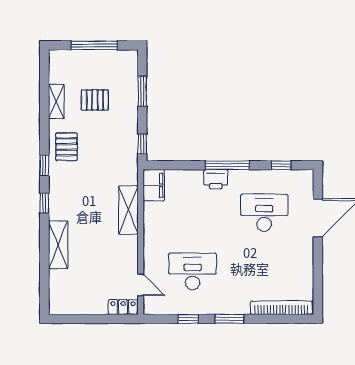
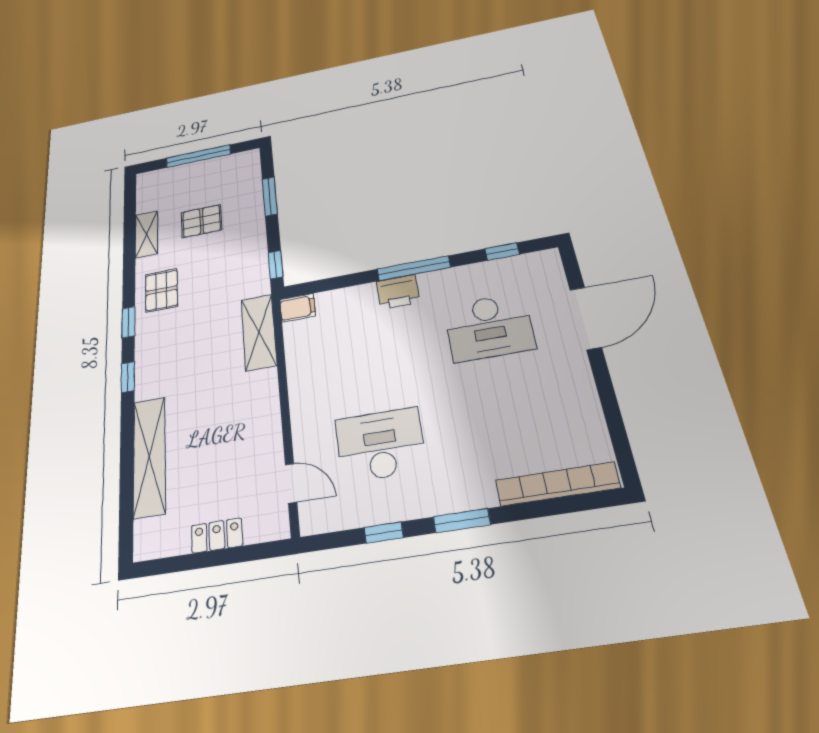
filing cabinet: (154, 185) -> (298, 308), width x0.50
shelving: (128, 210) -> (259, 332), moved
desk: (264, 213) -> (489, 327), turned 180
shelving: (58, 245) -> (149, 456), width x1.47
locker: (123, 307) -> (217, 536), moved

